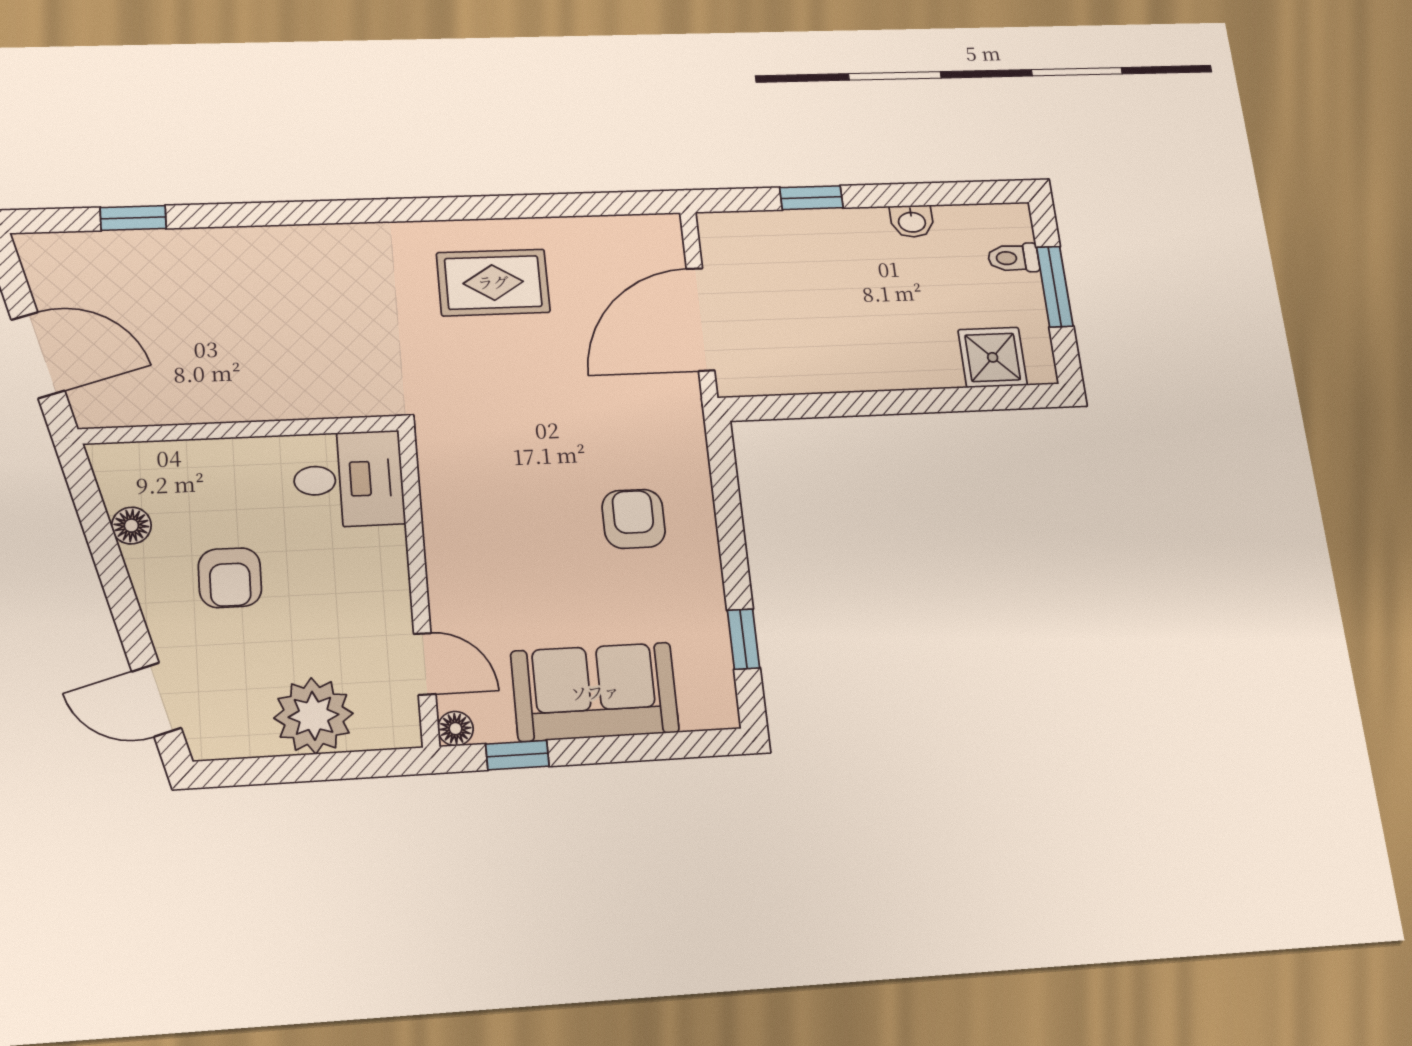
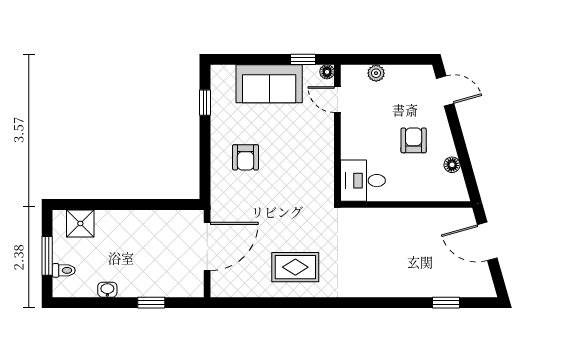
plant: (314, 716) -> (376, 73), width x0.53, depth x0.53

